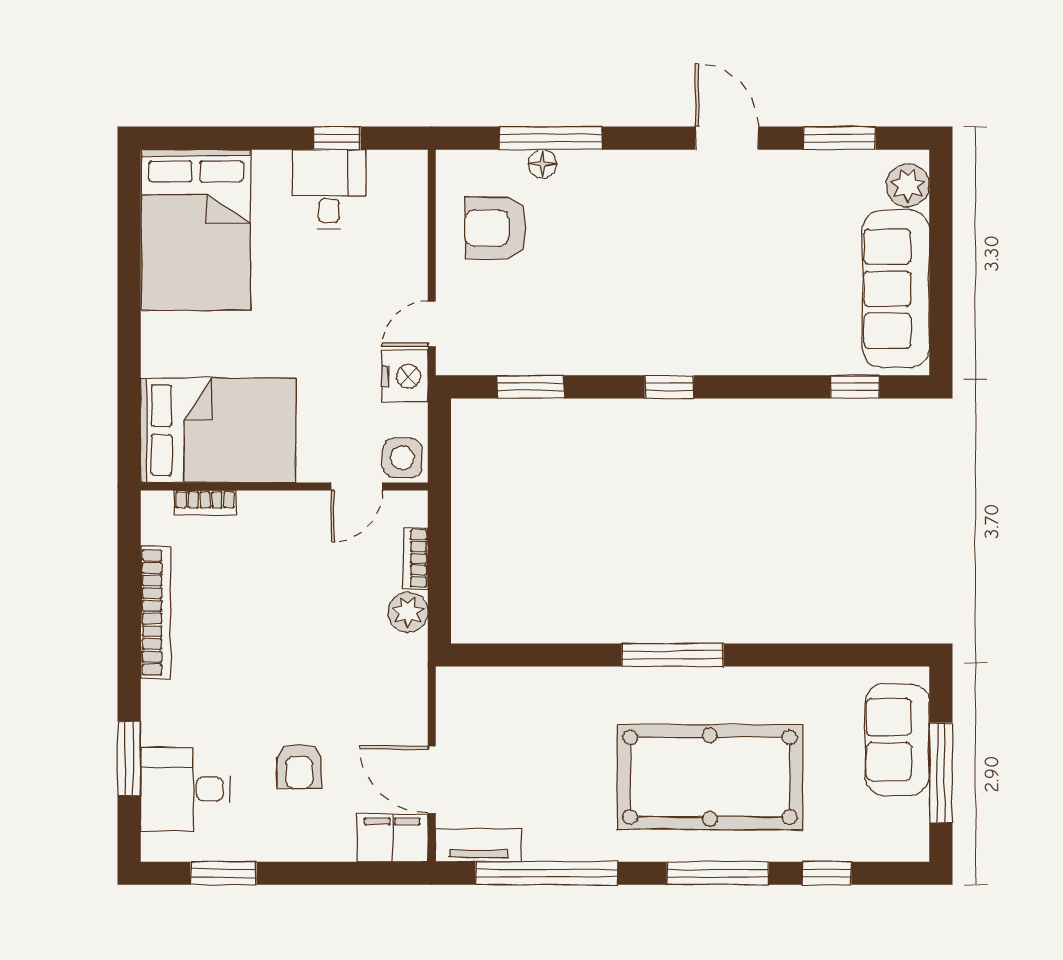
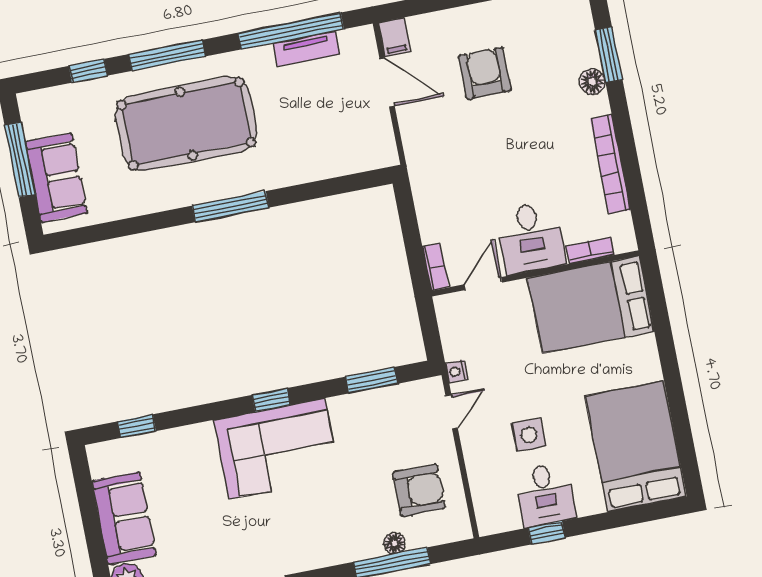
sofa: (896, 289) -> (124, 518), width x0.73
corner sofa: (674, 321) -> (277, 448), added
nightstand: (405, 376) -> (456, 372), width x0.53, depth x0.56
side table: (402, 458) -> (529, 435), moved
bookcase: (416, 558) -> (435, 267), moved
plant: (408, 612) -> (428, 200), removed
floor lamp: (158, 727) -> (592, 82), added
armchair: (299, 766) -> (485, 73), width x1.38, depth x1.38
desk: (186, 789) -> (531, 238), moved, turned 90
filing cabinet: (392, 838) -> (394, 37), width x0.50
tv unit: (478, 845) -> (306, 49), moved

